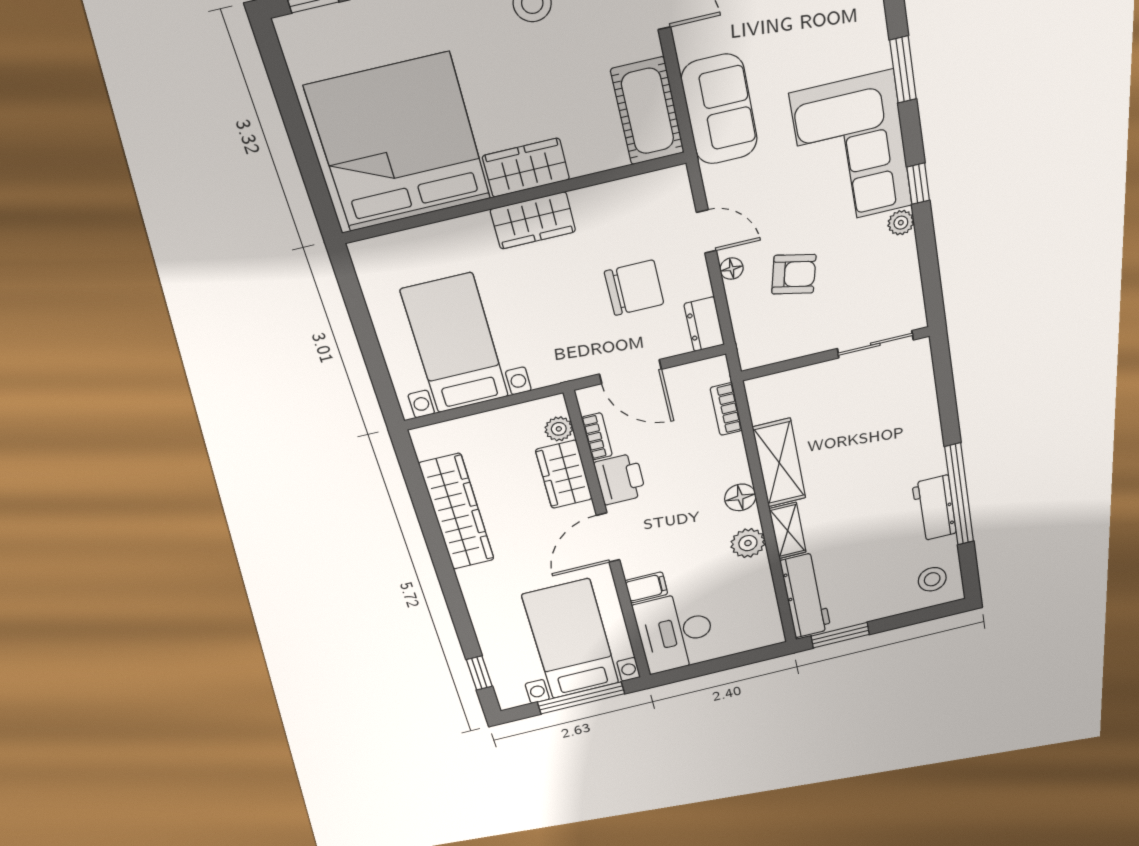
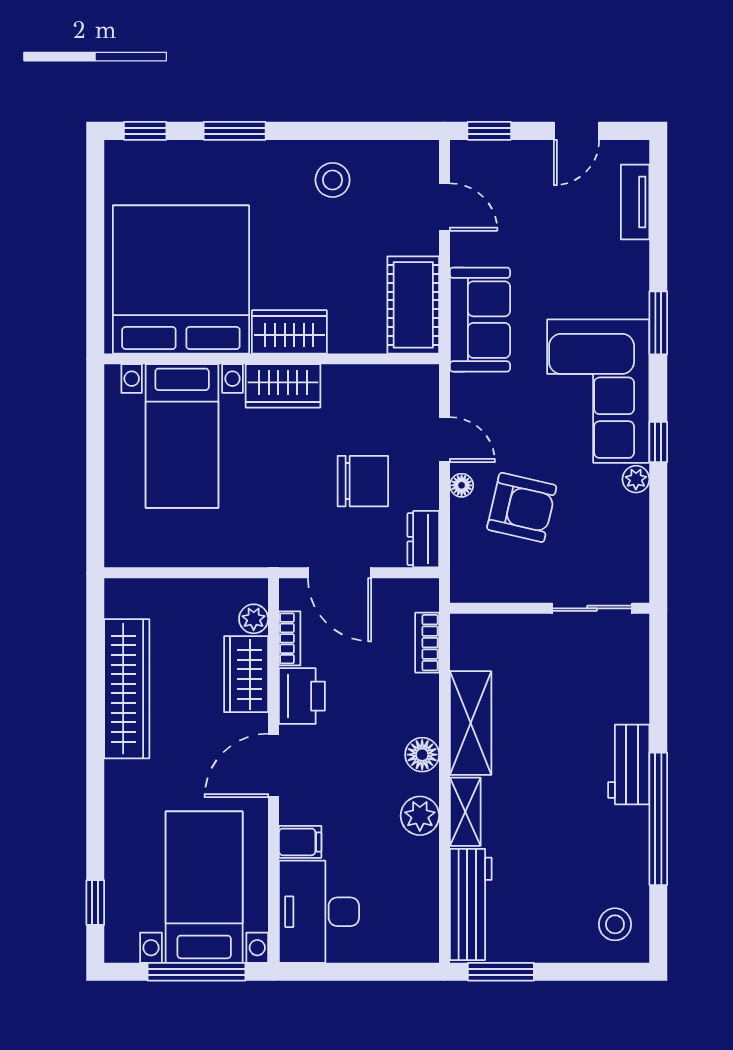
armchair: (794, 274) -> (522, 507), width x1.38, depth x1.38
bed with nightstands: (455, 344) -> (182, 436), moved, turned 180
workbench: (934, 508) -> (629, 764), moved

